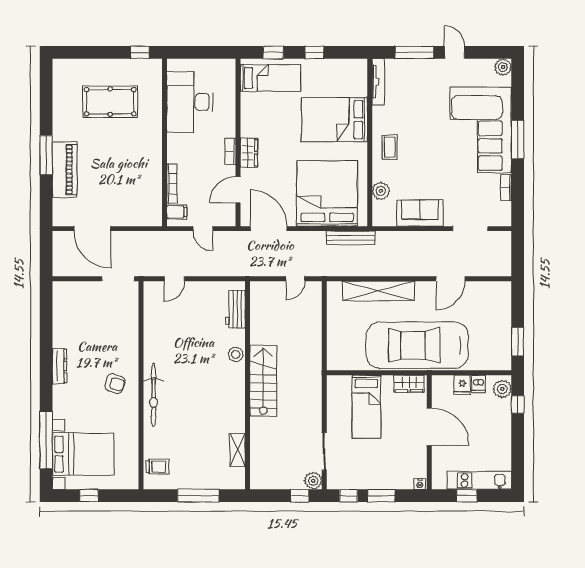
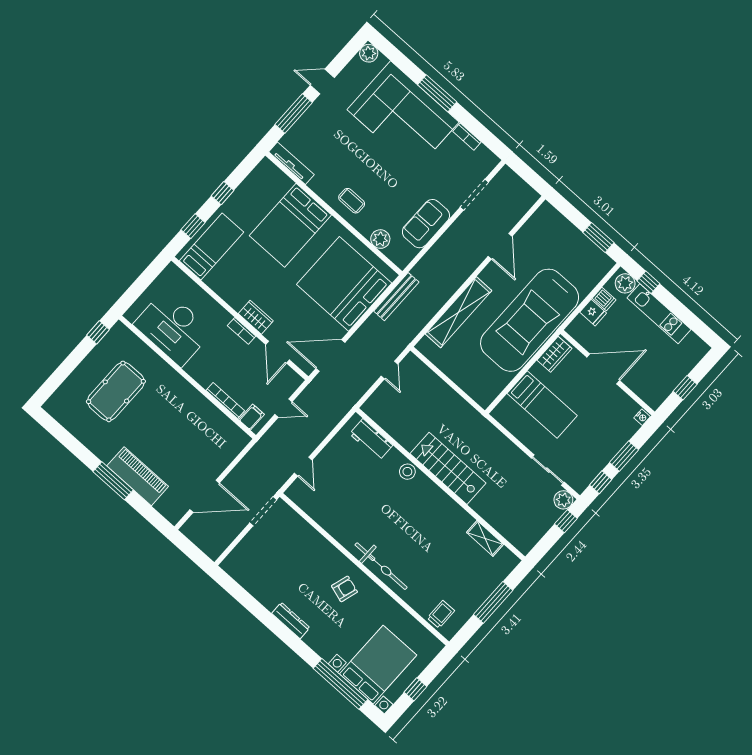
kitchen unit: (479, 480) -> (659, 314), moved, turned -90

